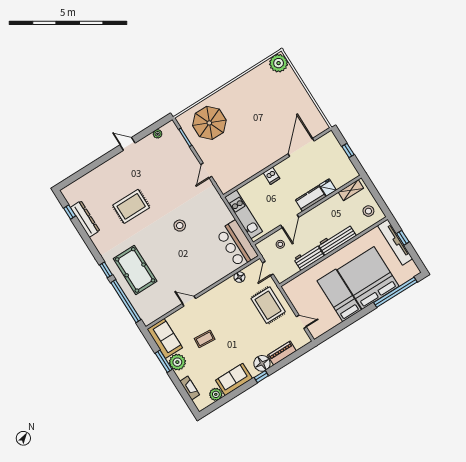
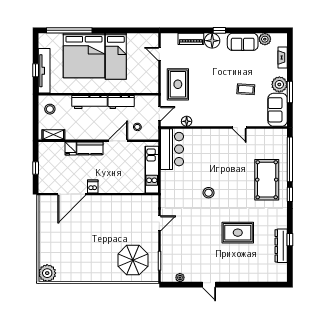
dishwasher: (271, 176) -> (93, 186), moved
window: (70, 212) -> (290, 240), moved

